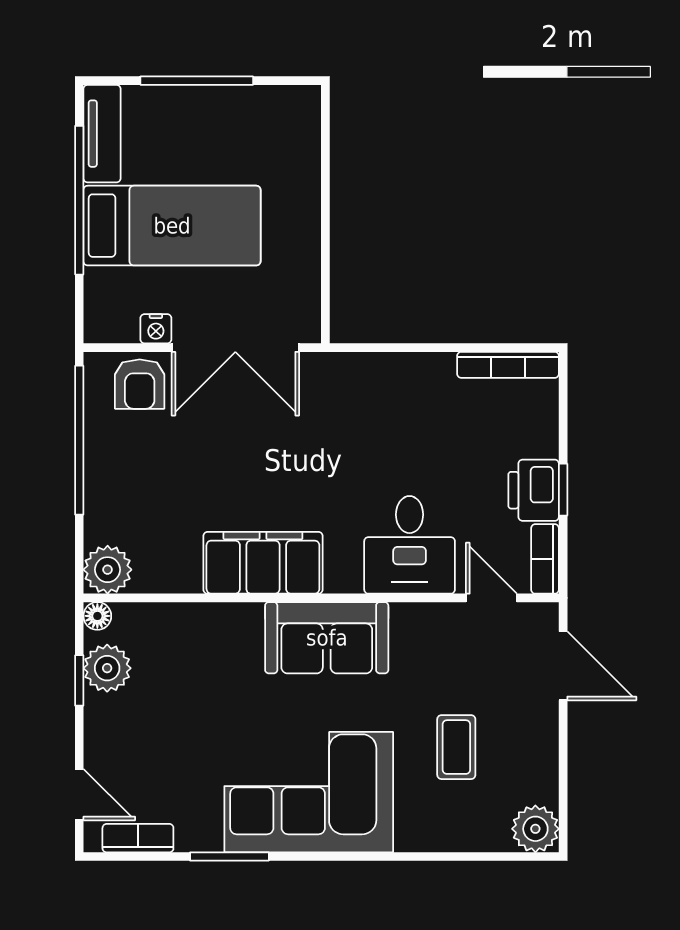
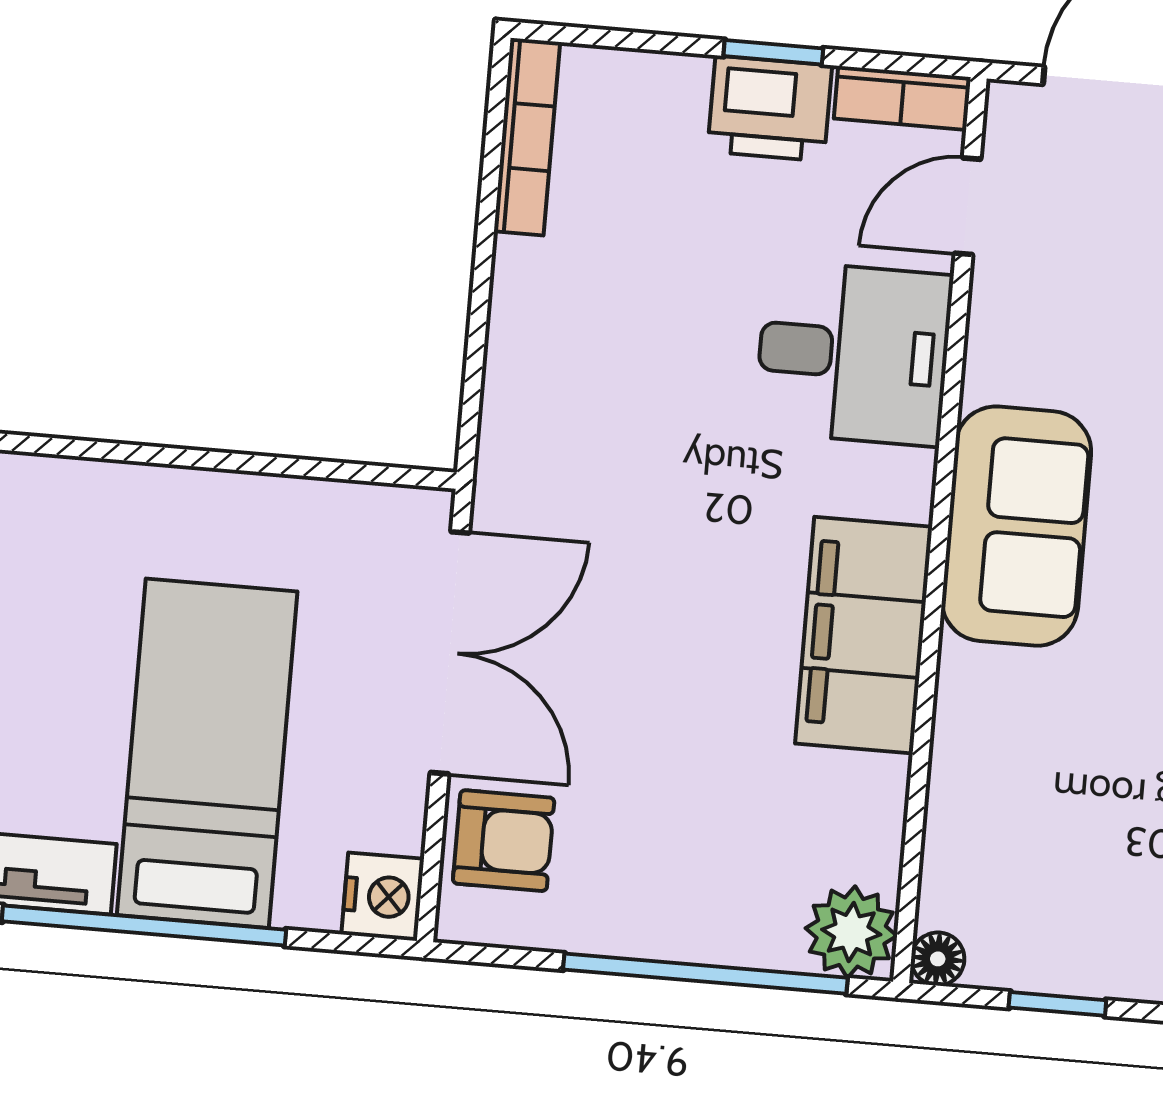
nightstand: (156, 329) -> (383, 897), moved, width x1.39, depth x1.35
window: (79, 440) -> (705, 974), moved
plant: (107, 668) -> (1039, 949), removed

